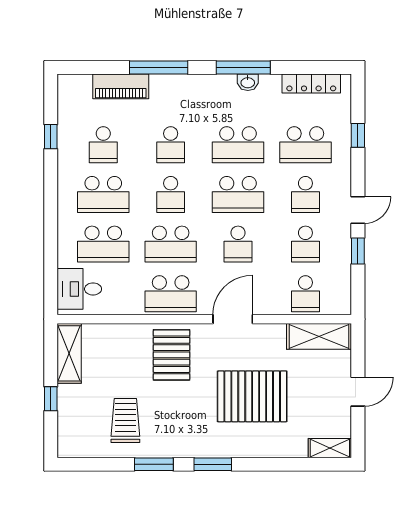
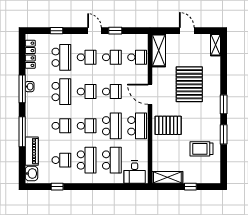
washbasin: (77, 86) -> (31, 174), added
school desk: (238, 194) -> (87, 92), width x0.54

